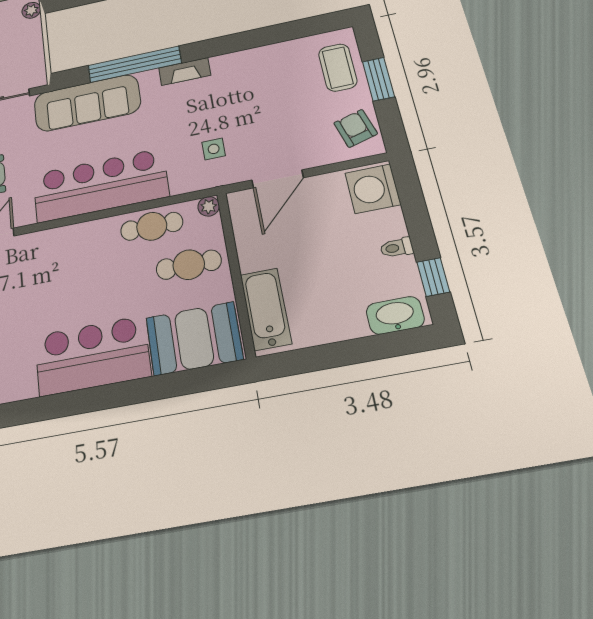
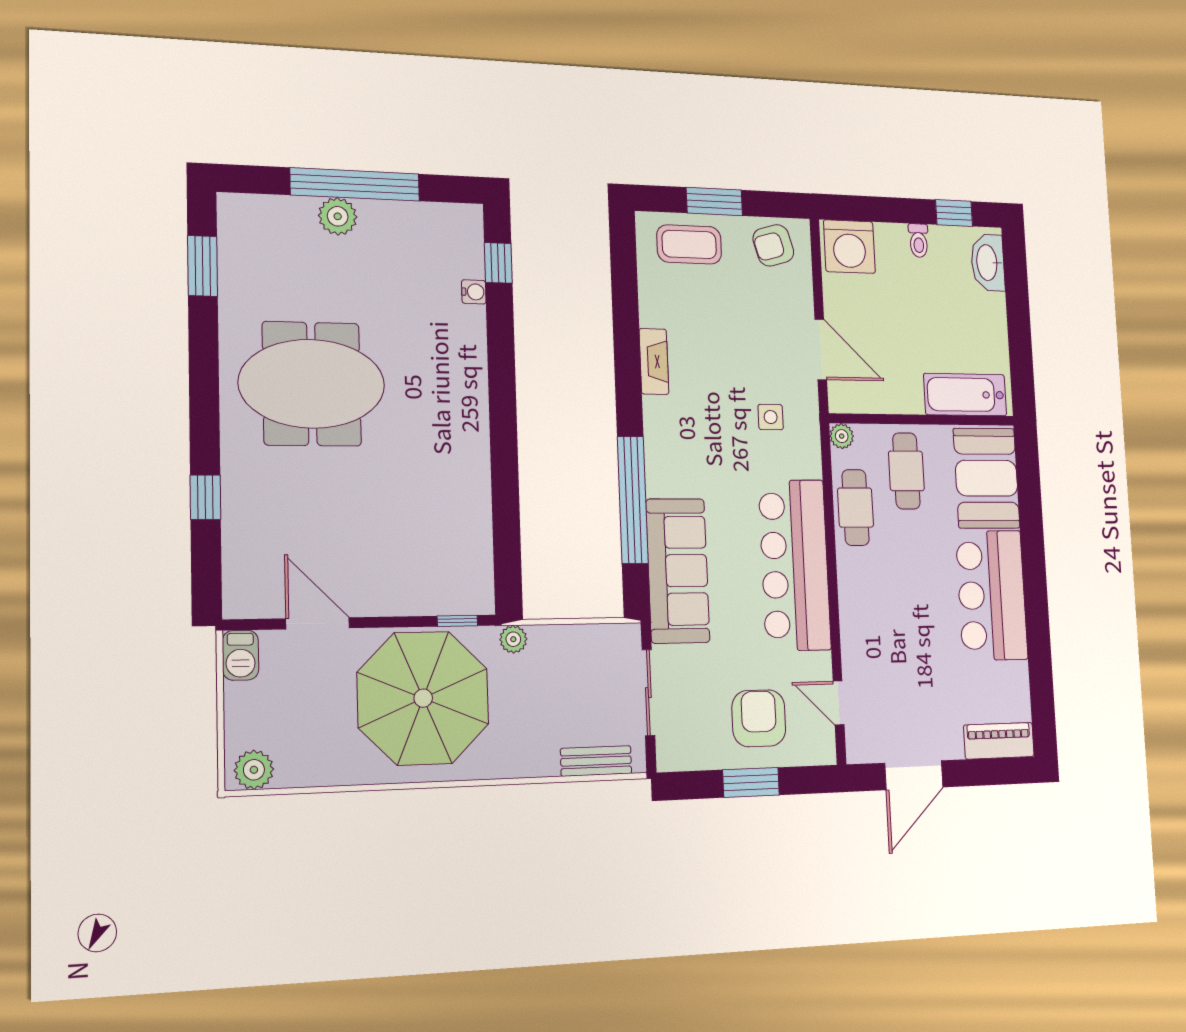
fireplace: (185, 71) -> (654, 361), moved

